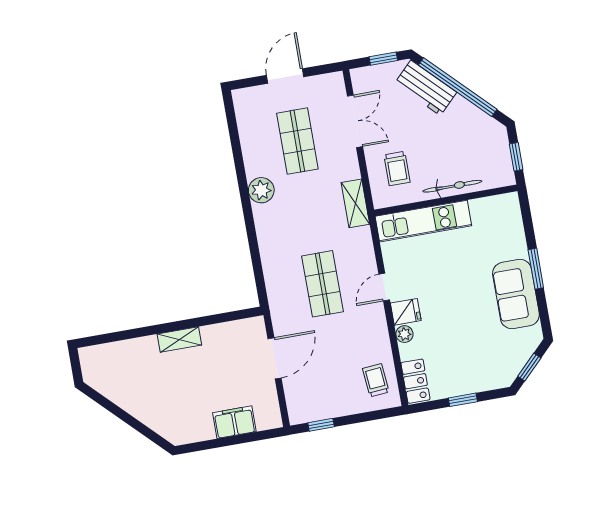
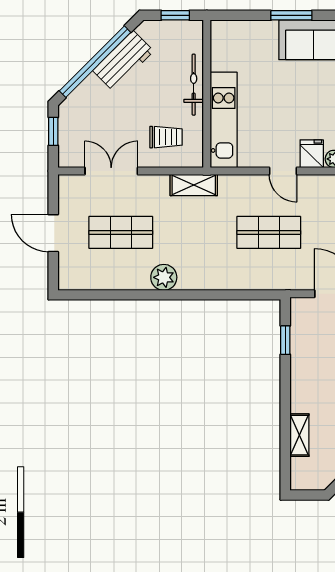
workbench: (426, 88) -> (123, 61), moved
window: (221, 318) -> (285, 340), added
shelving: (179, 339) -> (299, 435), moved

